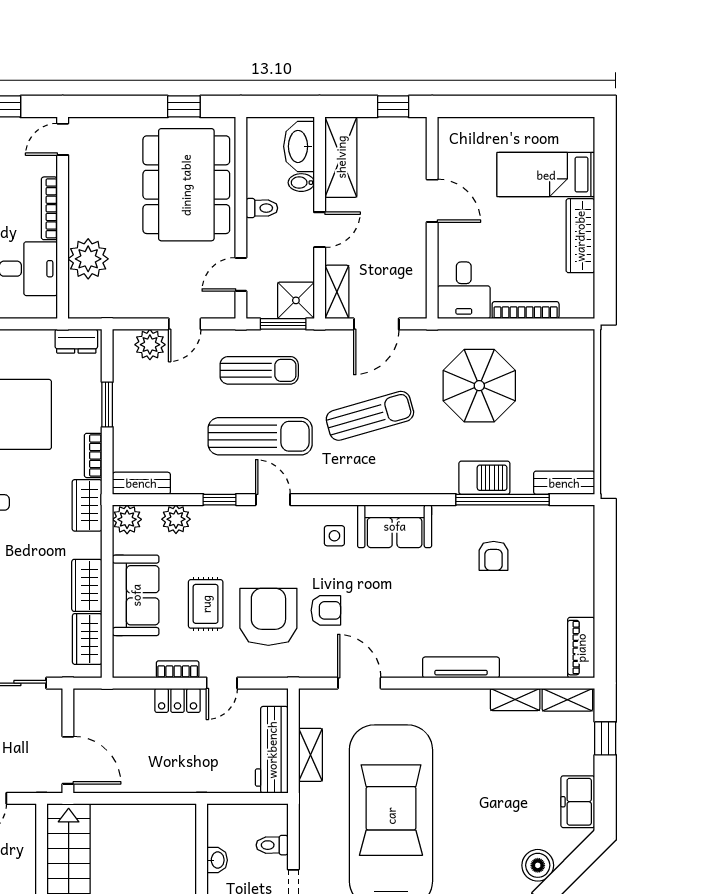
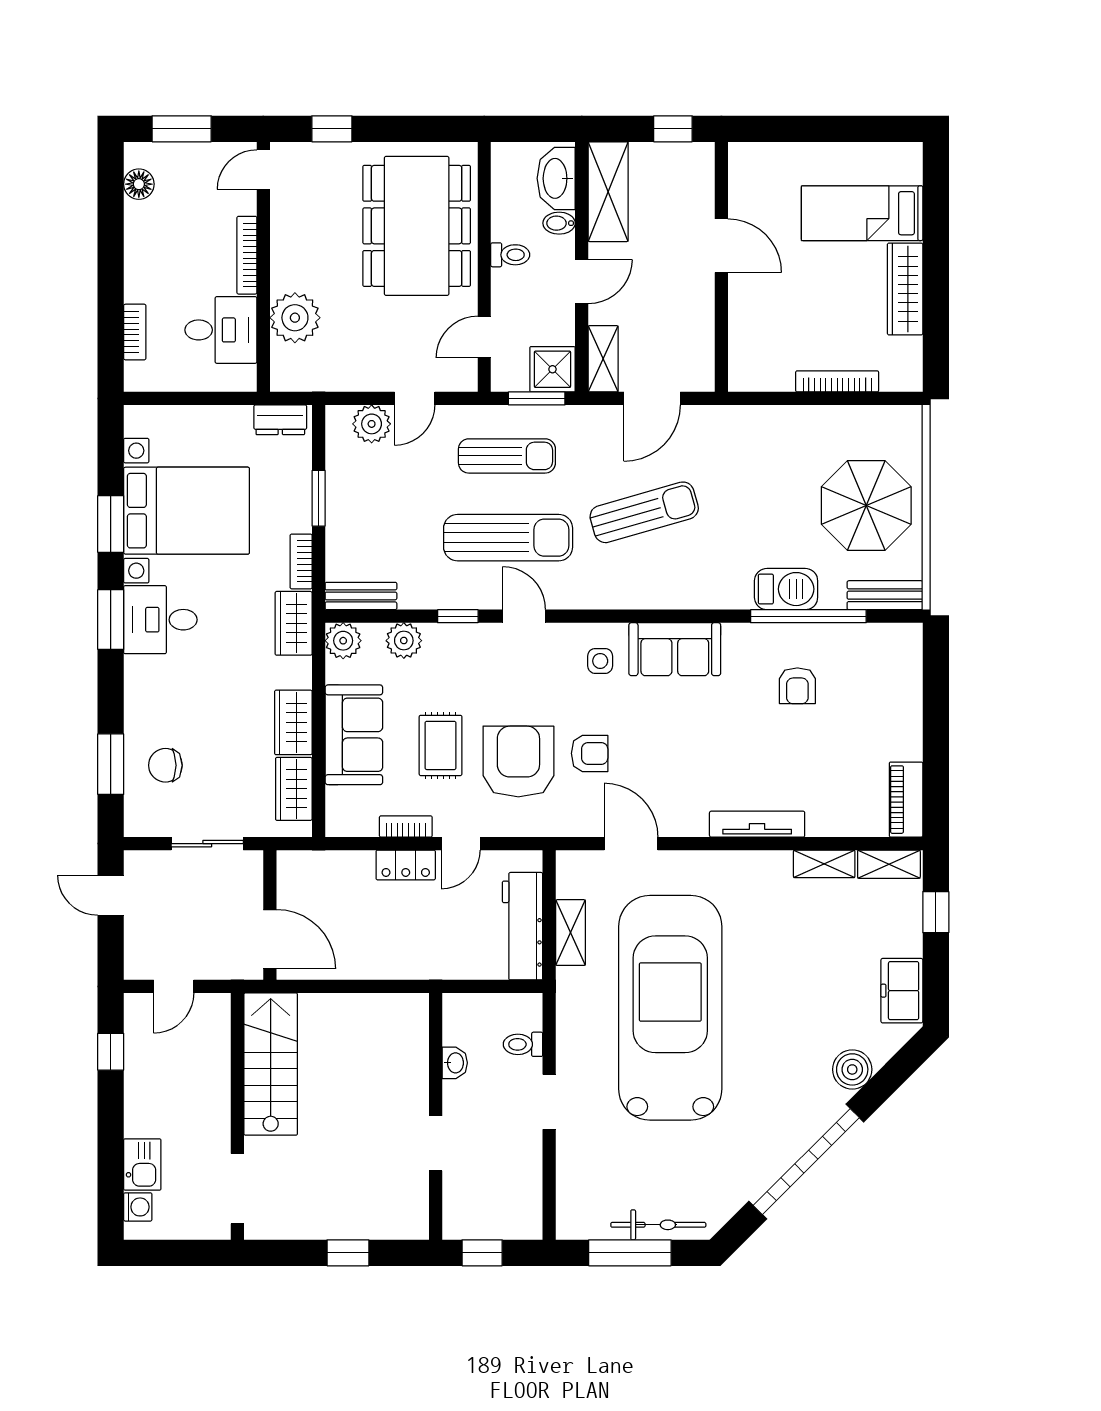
window: (184, 106) -> (332, 129), moved
desk: (464, 290) -> (761, 357), removed
parasol: (479, 386) -> (866, 505), moved

